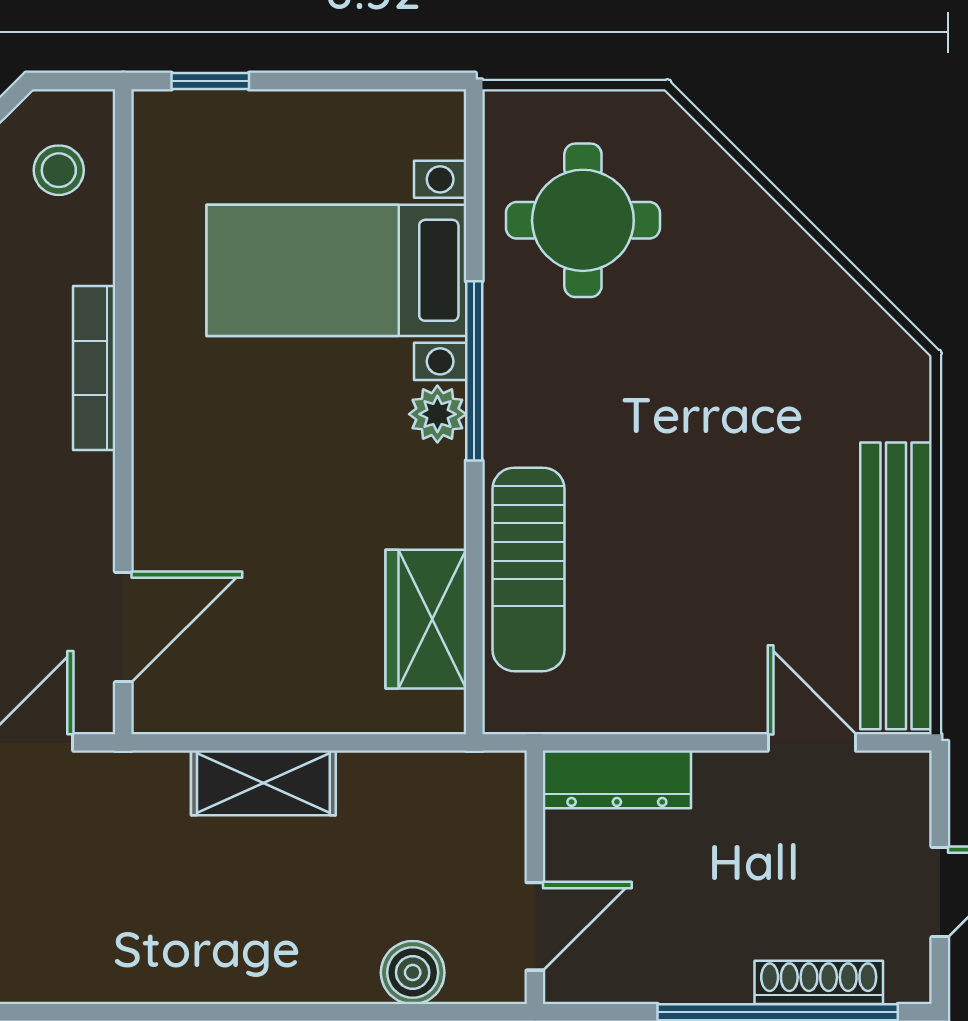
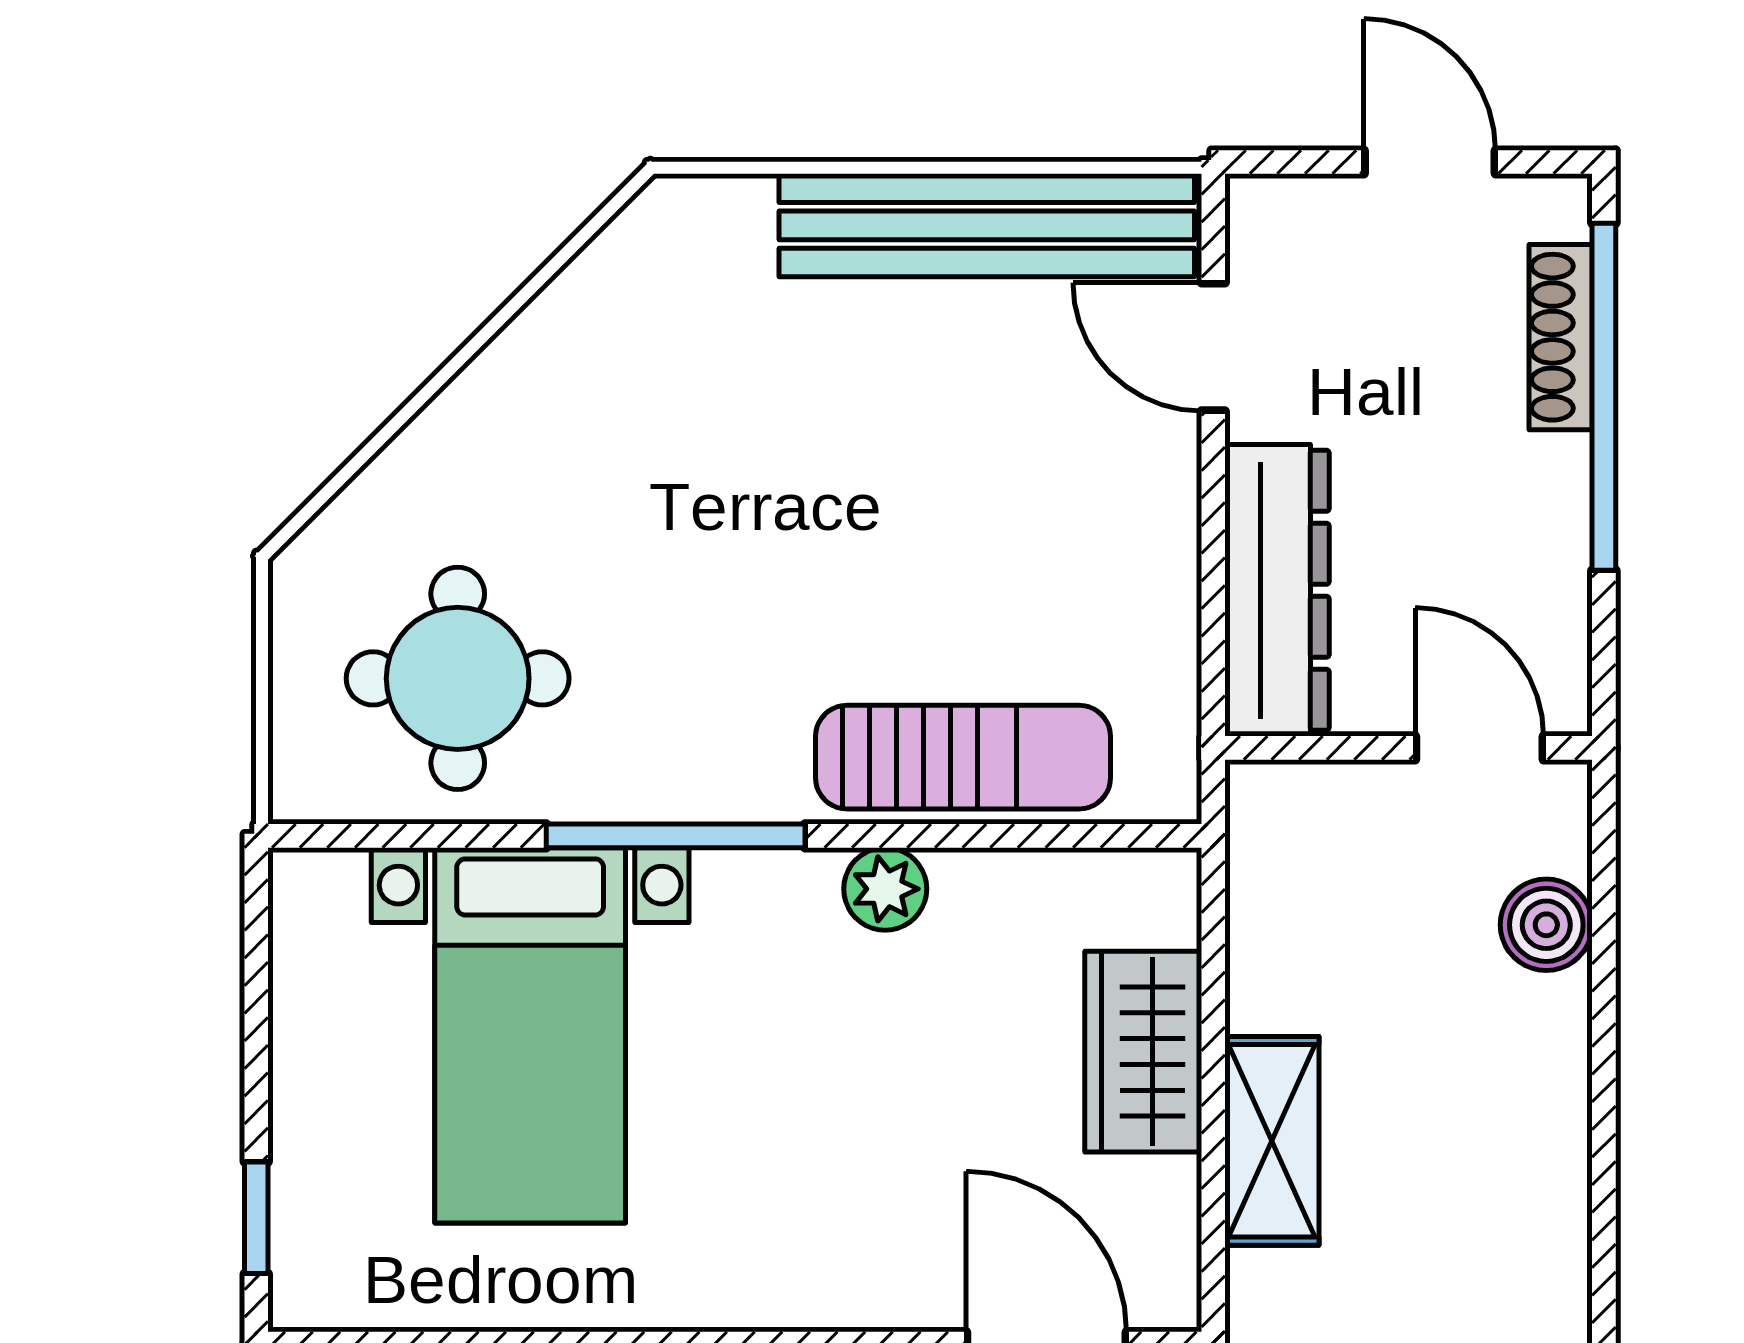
plant: (437, 414) -> (885, 889), moved
wardrobe: (426, 619) -> (1143, 1052), moved, turned 90
door: (812, 742) -> (1213, 347), hinge flipped
dresser: (617, 779) -> (1277, 590), width x1.37, depth x1.24

